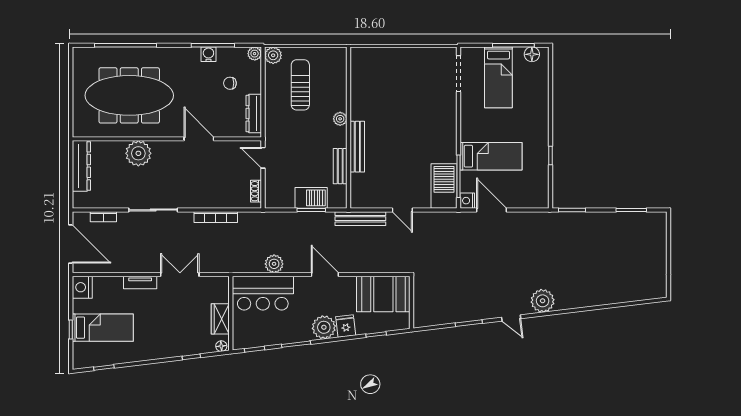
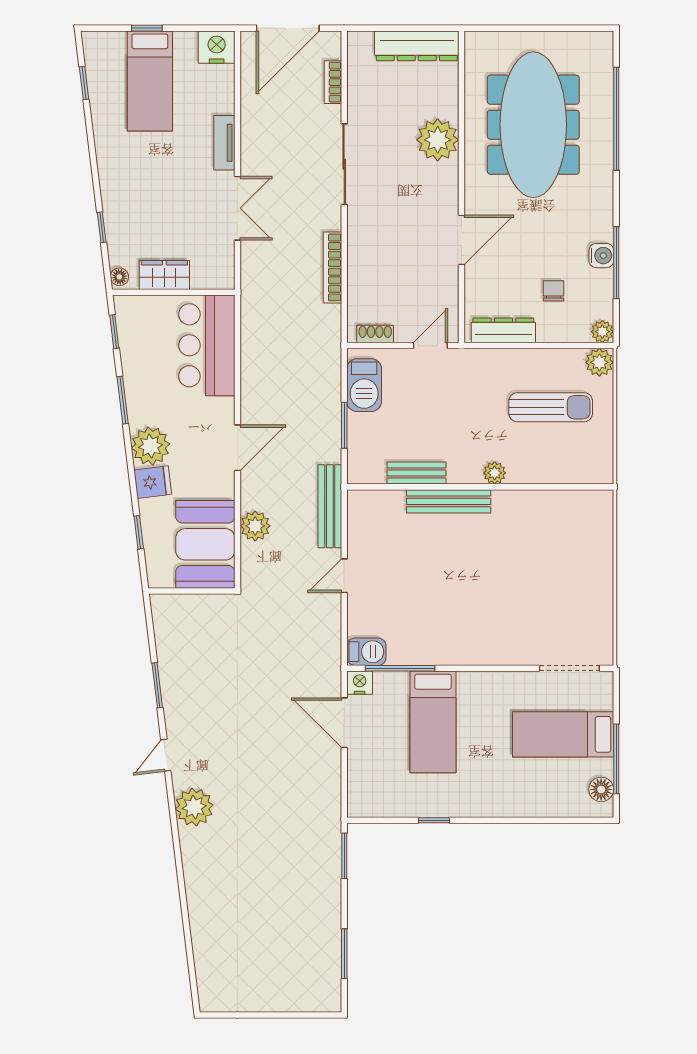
barbecue: (444, 186) -> (366, 652), width x0.53, depth x0.65
barbecue: (311, 198) -> (364, 385), moved
door: (491, 210) -> (344, 723), swing flipped
plant: (274, 264) -> (255, 526), moved

